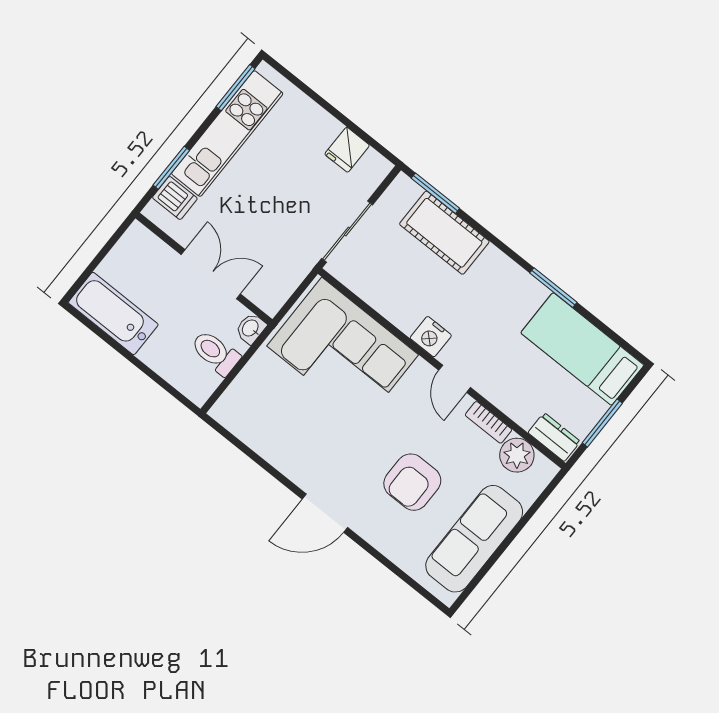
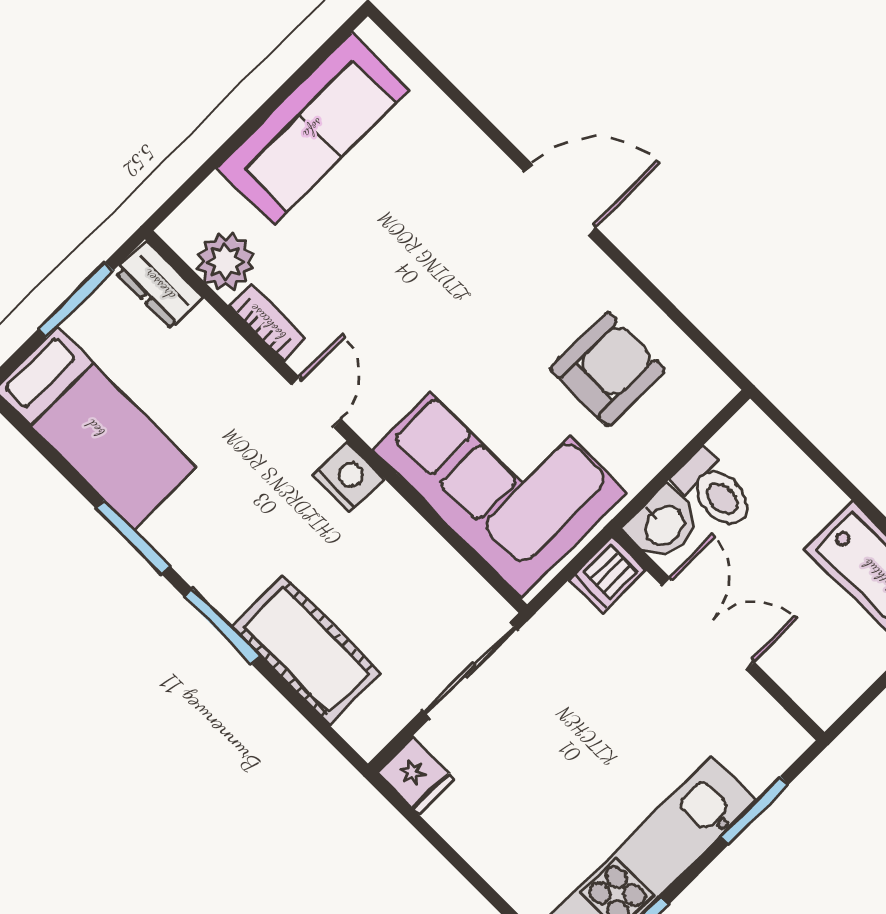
fridge: (347, 150) -> (416, 776), moved, turned 90
window: (435, 193) -> (222, 627), moved
dishwasher: (175, 198) -> (607, 575), moved, turned -90
double door: (211, 274) -> (708, 623), swing flipped
washbasin: (251, 328) -> (663, 524), width x1.38, depth x1.45
armchair: (412, 482) -> (608, 369), moved

